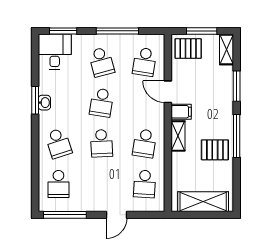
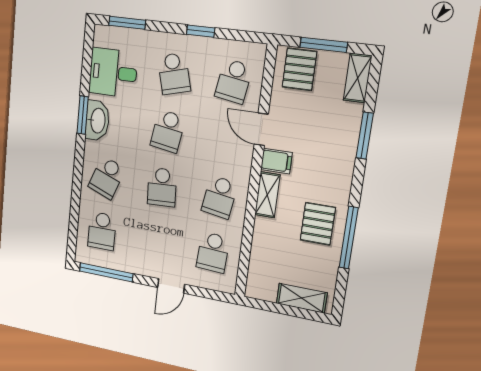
window: (117, 31) -> (201, 31), width x0.46
pallet: (188, 49) -> (299, 69), turned 90
desk: (55, 52) -> (113, 73), moved, turned -90
washbasin: (44, 103) -> (97, 121), width x1.91, depth x1.45
window: (237, 136) -> (349, 238), moved
school desk: (58, 143) -> (107, 178), turned 39
pallet: (215, 150) -> (318, 224), turned 90
shelving: (203, 202) -> (302, 298), width x0.67, depth x0.75

